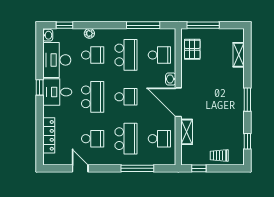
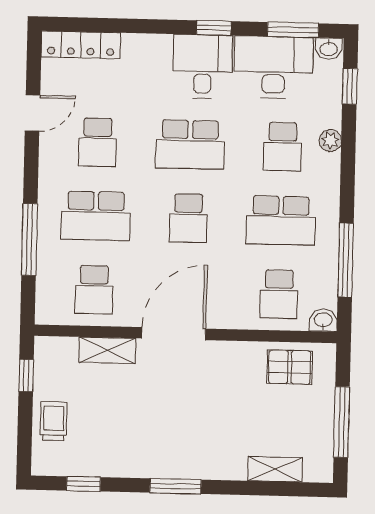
window: (203, 25) -> (342, 422), moved
window: (40, 52) -> (293, 30), added
washbasin: (171, 79) -> (323, 320), moved
locker: (49, 135) -> (81, 45), moved

